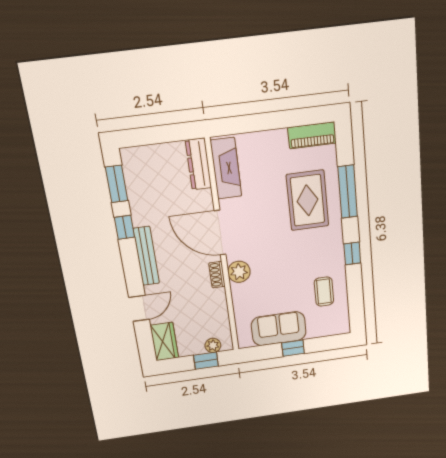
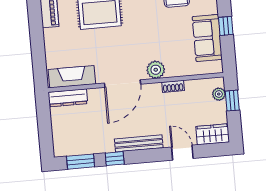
shoe rack: (217, 275) -> (173, 86), moved

